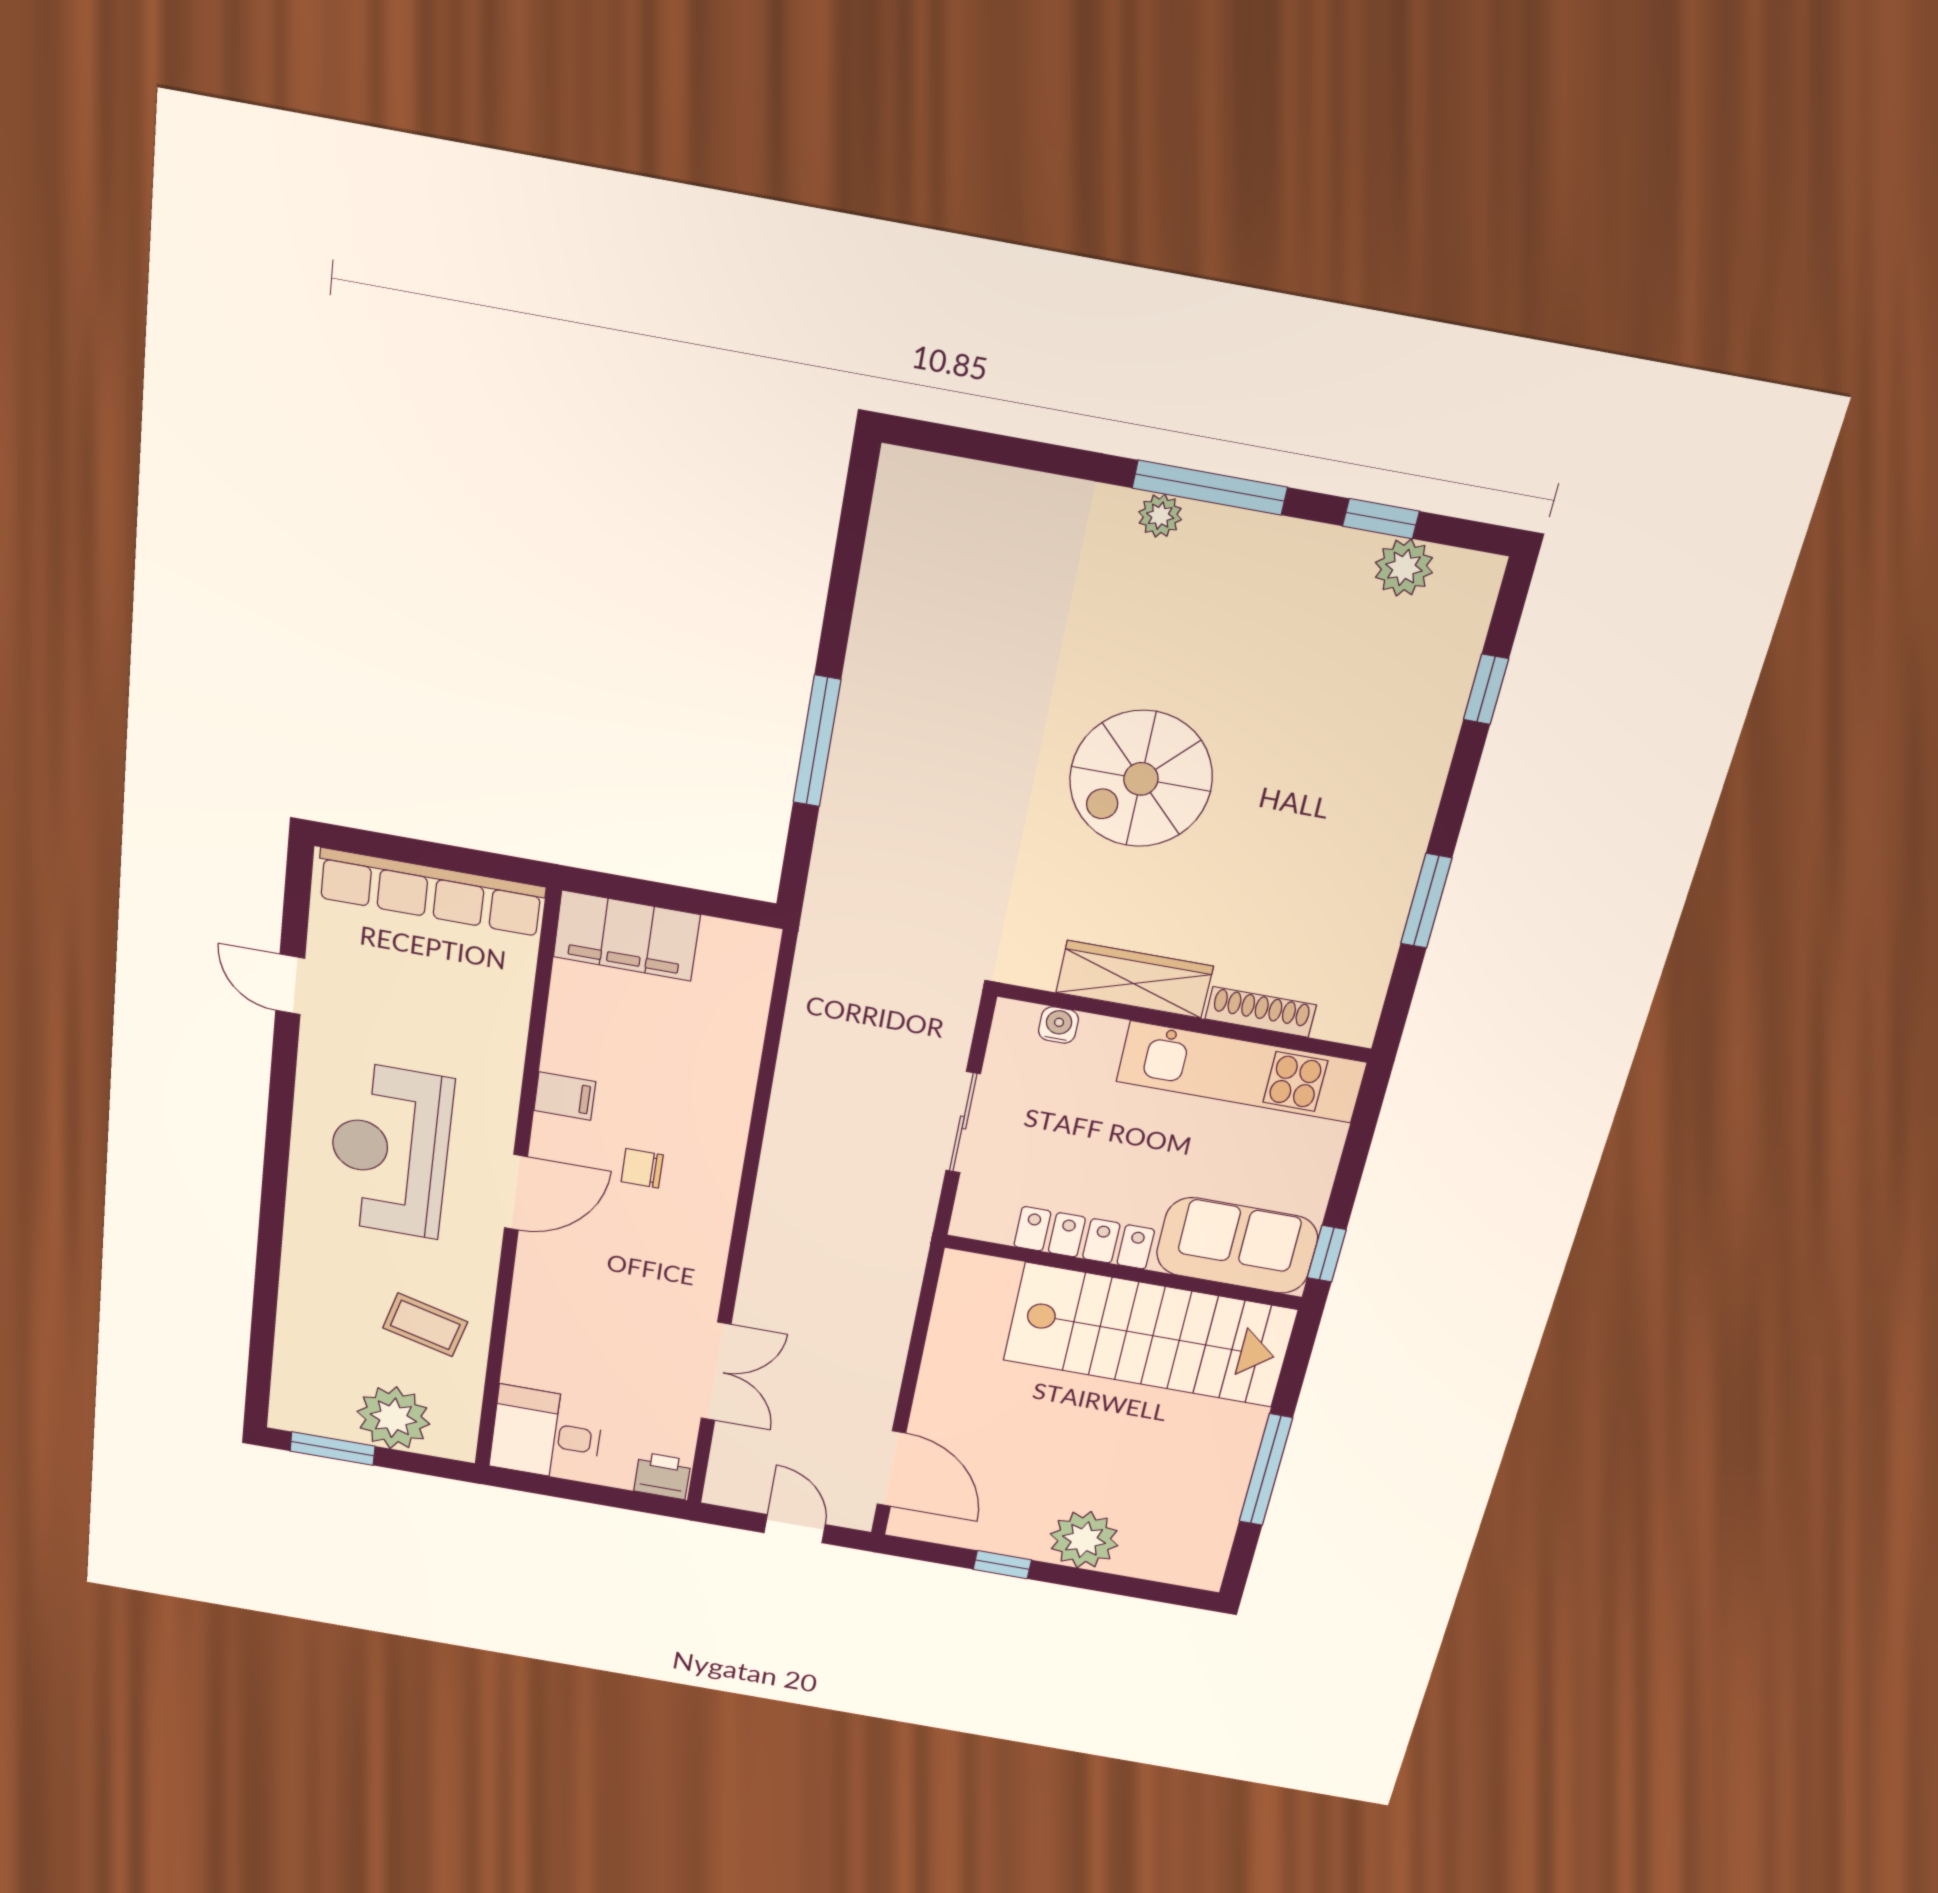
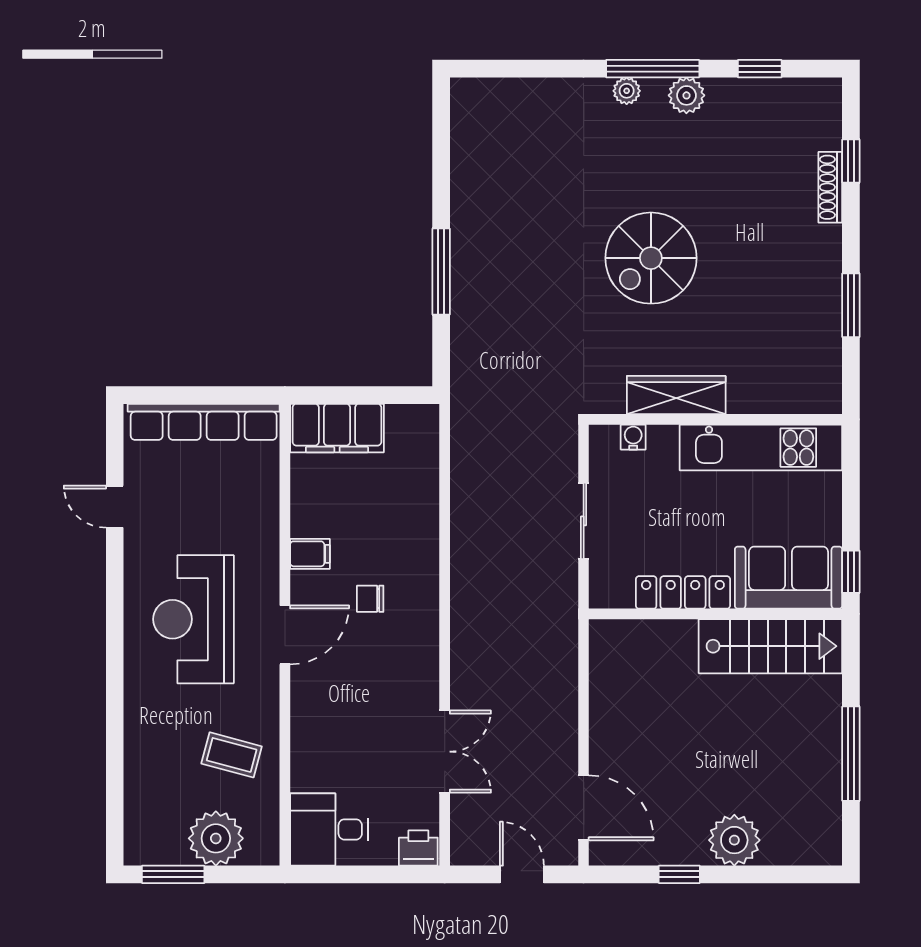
plant: (1404, 568) -> (686, 95), moved
shoe rack: (1261, 1012) -> (830, 187), moved, turned -90
stairs: (1150, 1335) -> (770, 646), width x0.73, depth x0.66

